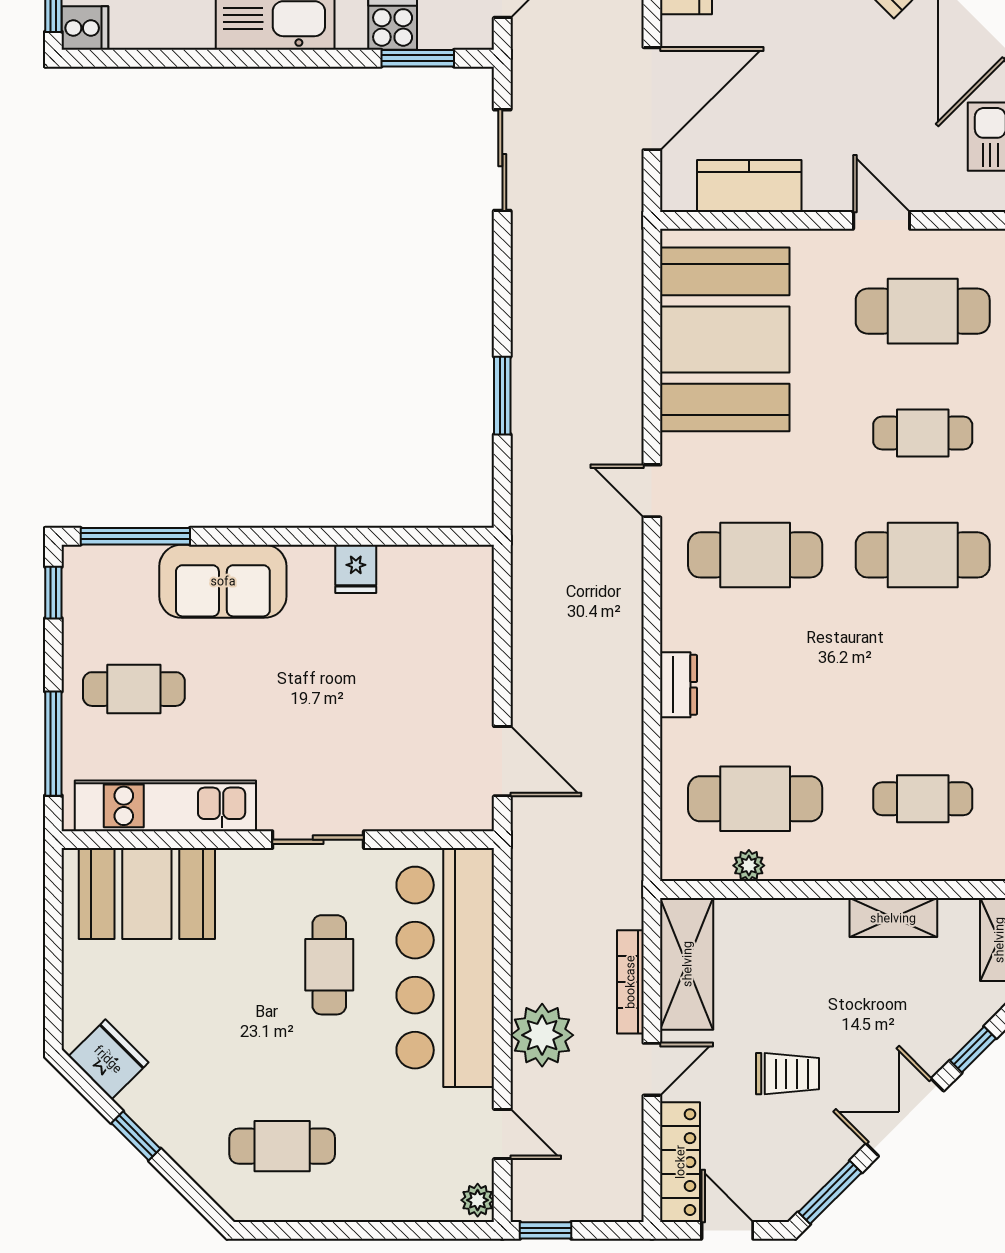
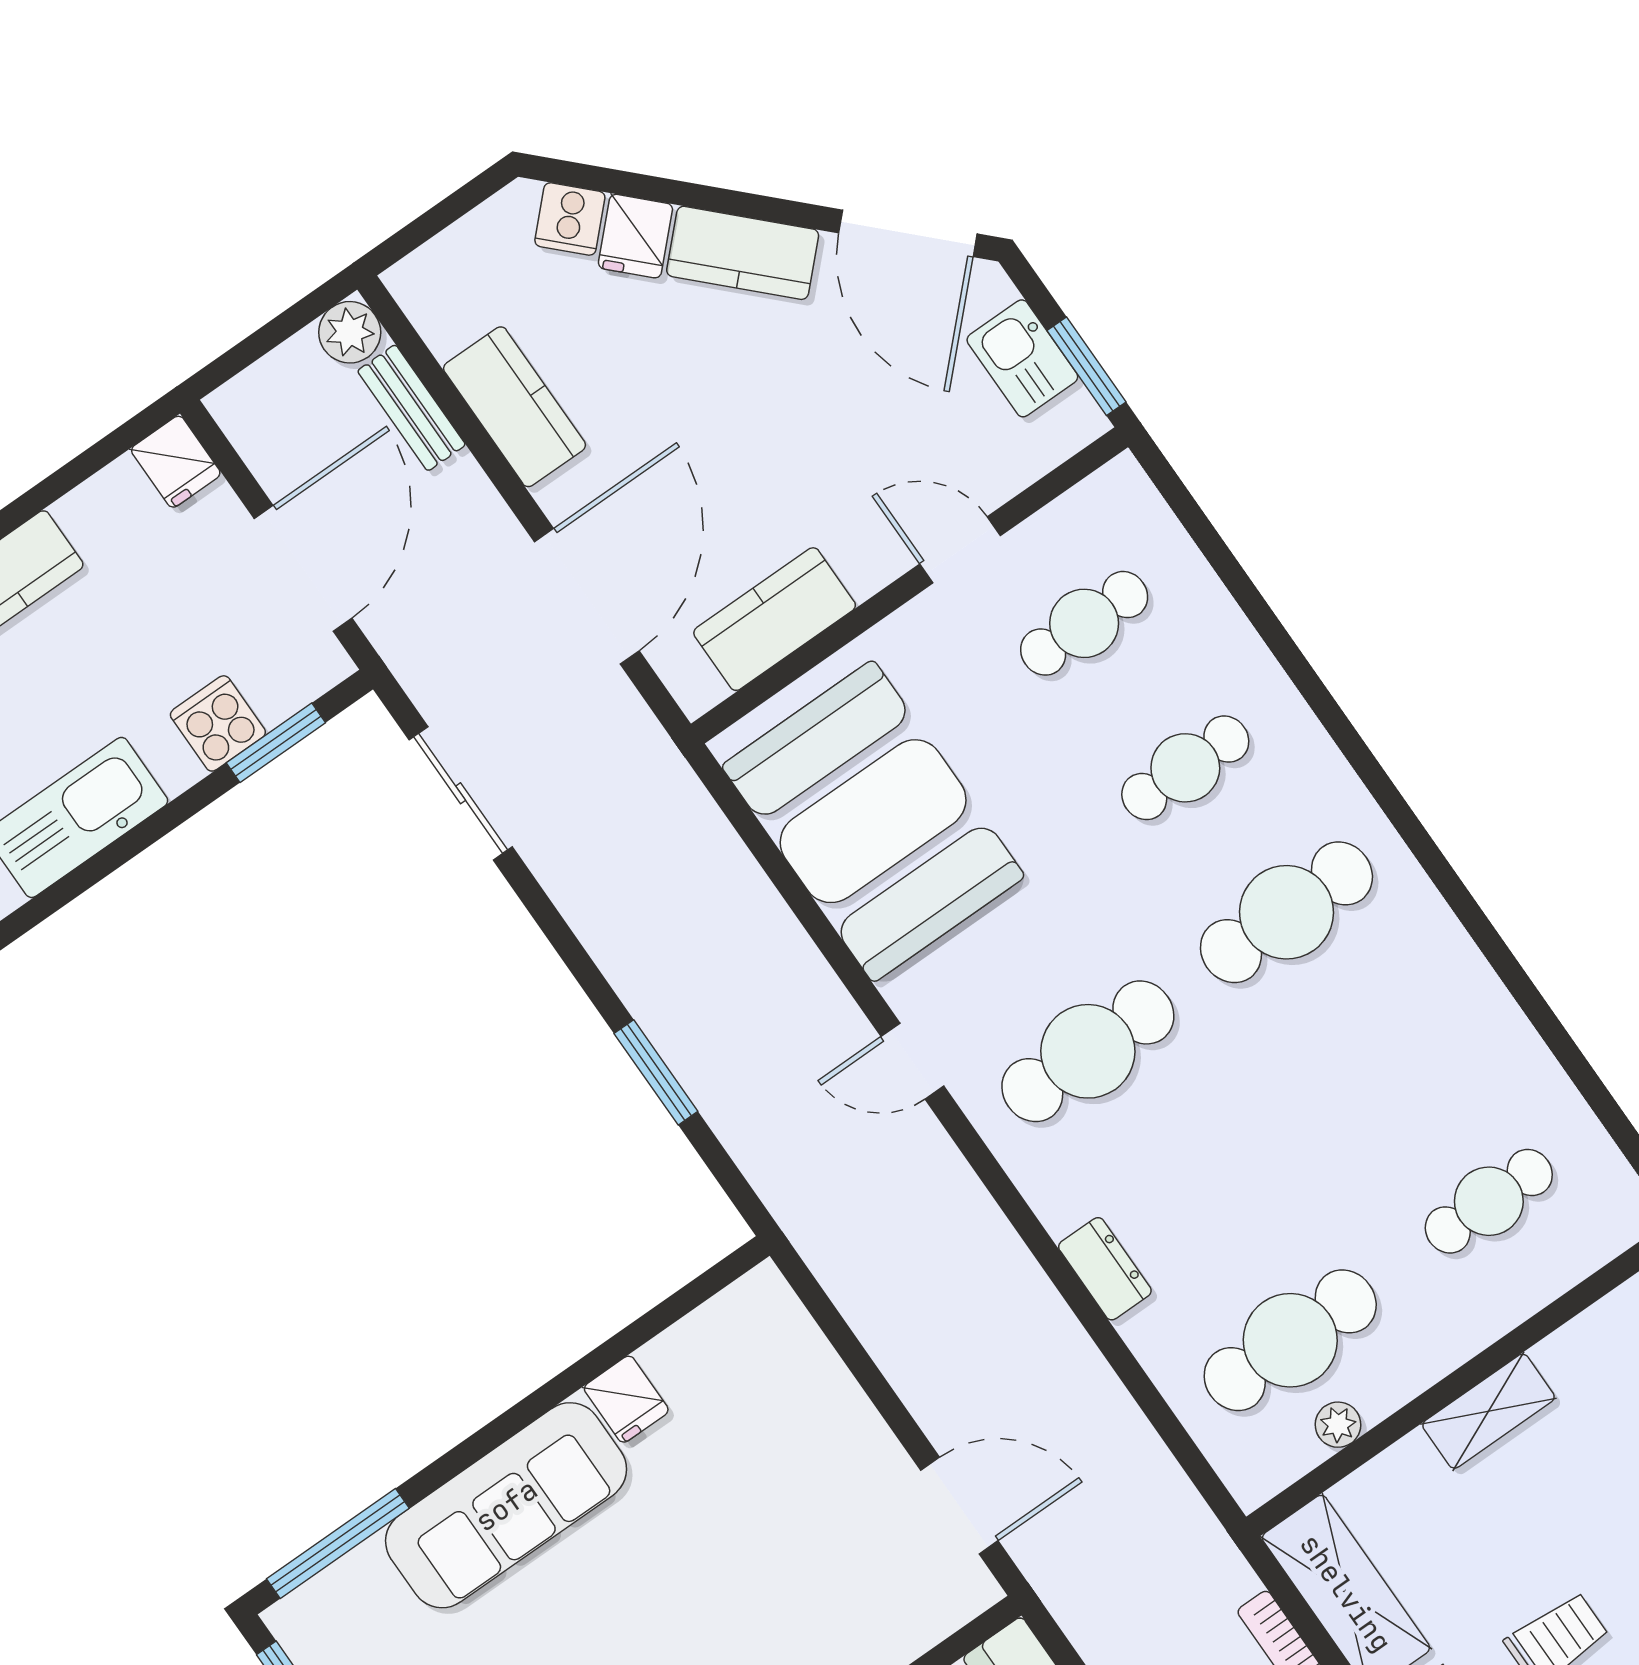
cafe table: (923, 311) -> (1084, 623), width x0.73, depth x0.74
sofa: (223, 581) -> (506, 1505), width x1.36
shelving: (893, 918) -> (1488, 1411), moved

